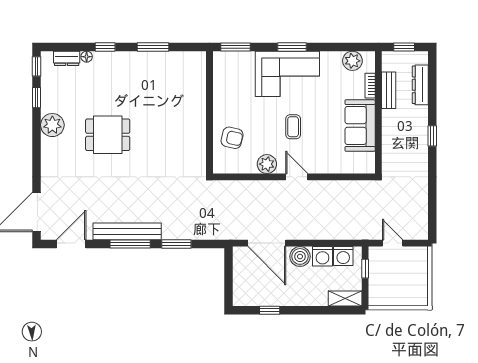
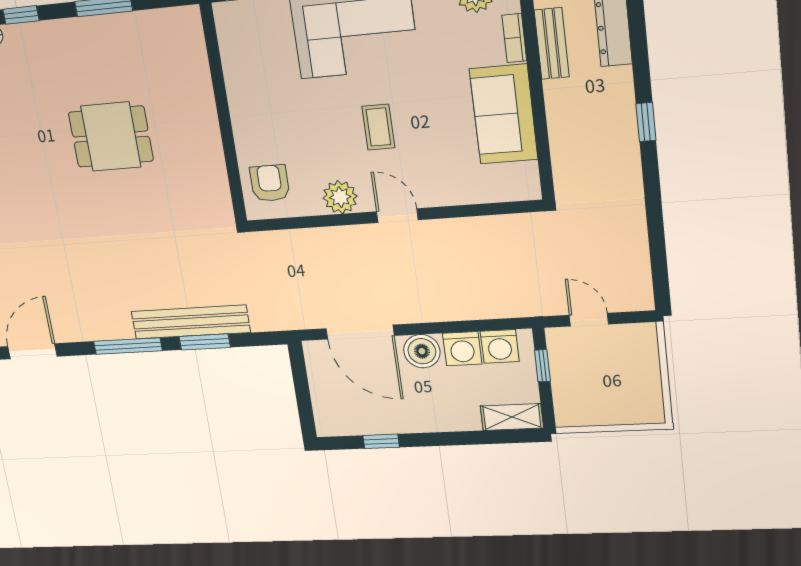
dining table: (108, 135) -> (111, 137), moved
armchair: (232, 138) -> (270, 183), moved, turned -103
bench: (127, 231) -> (191, 322), moved

